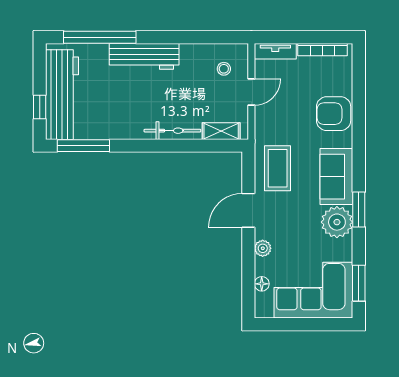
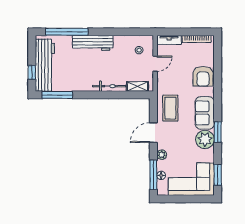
armchair: (334, 114) -> (203, 76), turned -90
window: (248, 283) -> (153, 175), added

